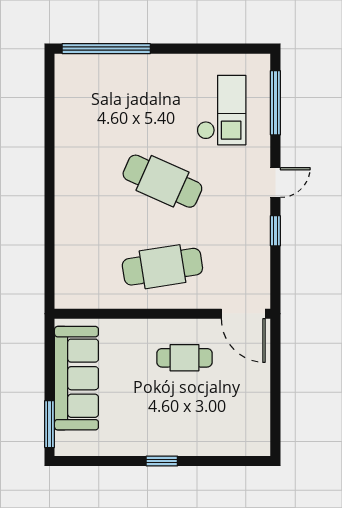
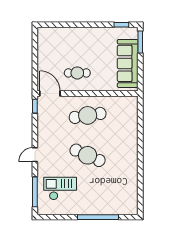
window: (106, 49) -> (98, 217), moved
checkout: (221, 110) -> (60, 188), turned 90
window: (275, 231) -> (35, 106), moved
window: (162, 461) -> (121, 25), moved

